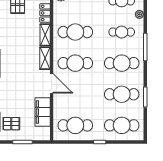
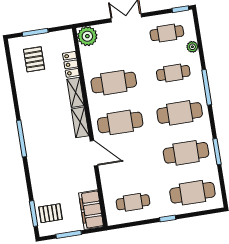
filing cabinet: (43, 112) -> (91, 210), moved
cafe table: (75, 125) -> (133, 202), width x0.73, depth x0.74

